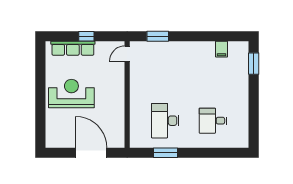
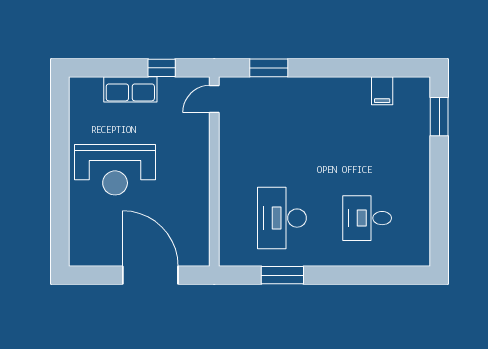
window: (86, 36) -> (162, 68), moved
row of seats: (73, 48) -> (130, 89), width x0.68
reception desk: (71, 93) -> (115, 170), turned 180

